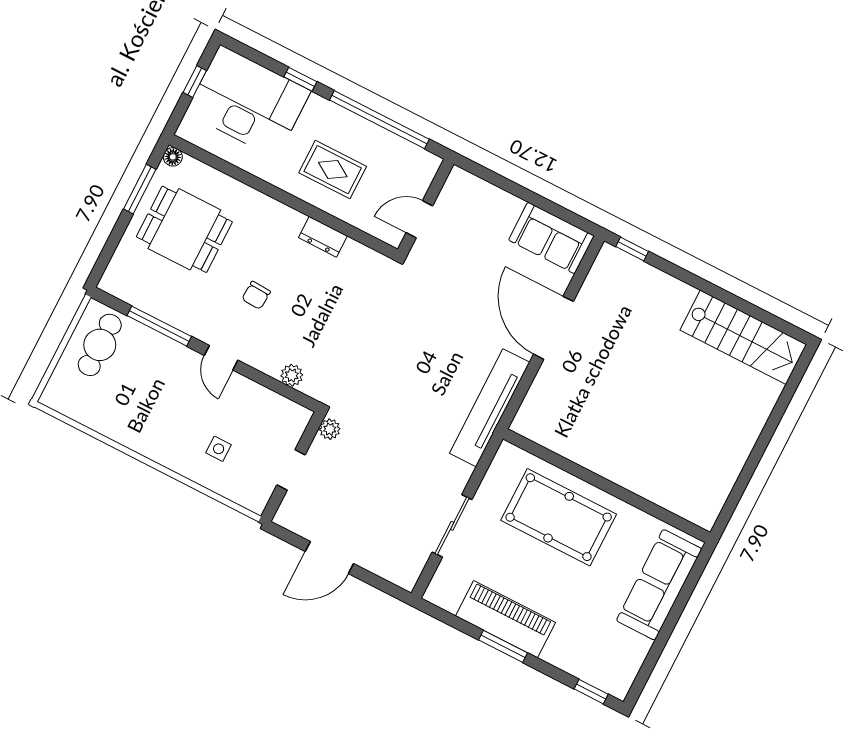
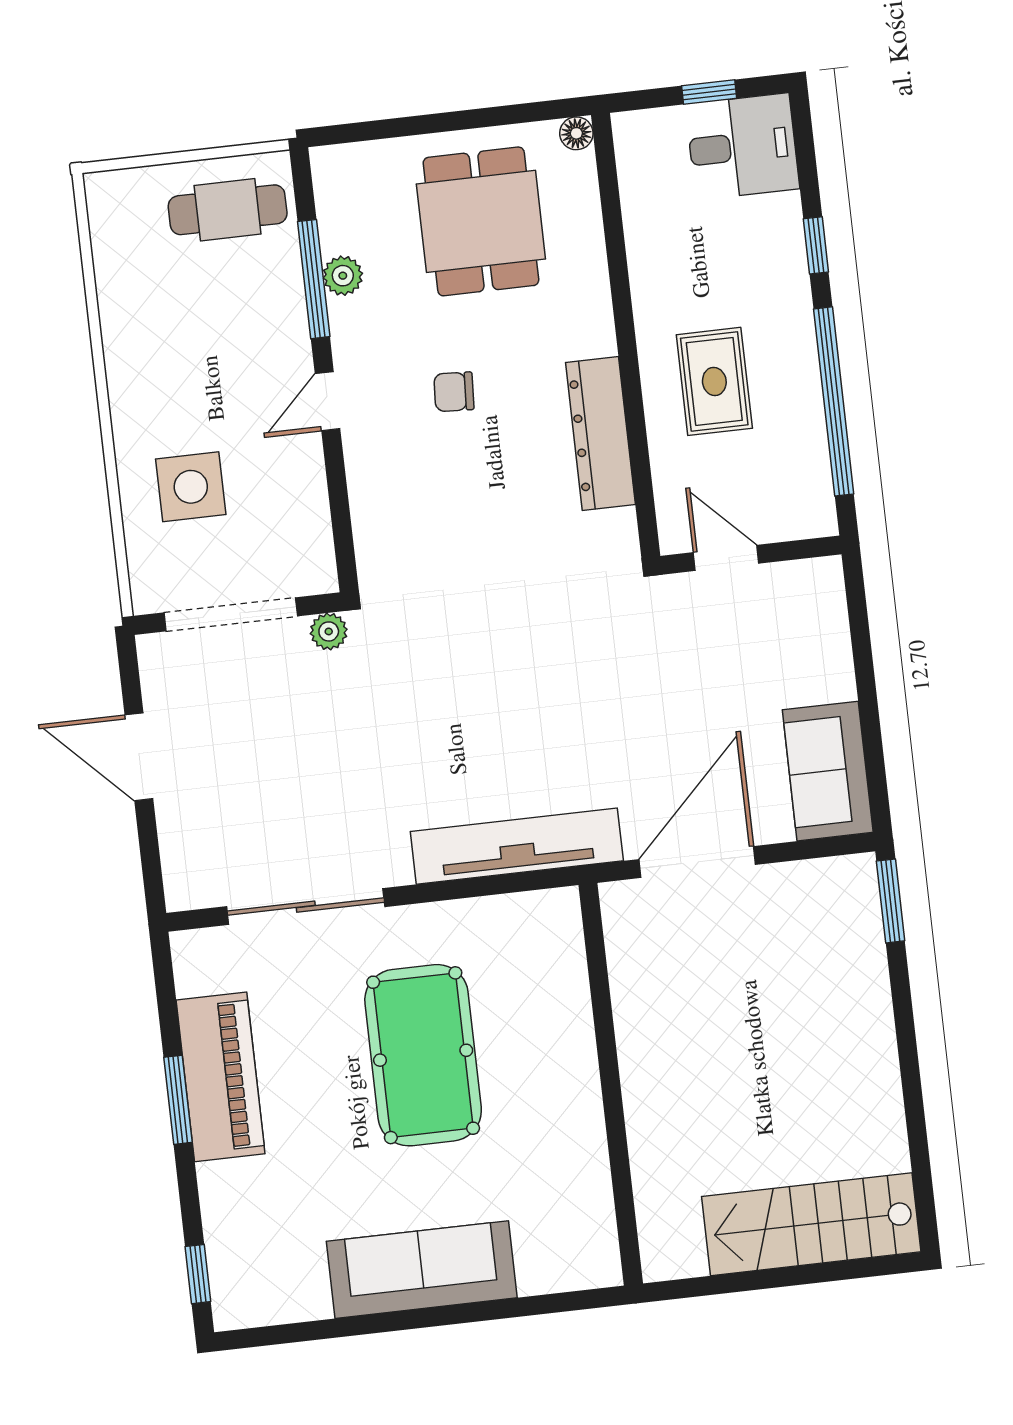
desk: (248, 102) -> (742, 147), width x0.53, depth x0.77
window: (140, 189) -> (496, 116), removed
dresser: (323, 237) -> (600, 433), width x1.96, depth x1.24
window: (632, 249) -> (891, 901), width x1.50
stairs: (743, 337) -> (811, 1224), moved, turned 90
plant: (292, 375) -> (343, 276), moved
side table: (219, 449) -> (191, 487), width x1.87, depth x1.87
doorway: (291, 470) -> (231, 614), width x1.88
wall: (607, 486) -> (611, 1084), moved
sliding door: (452, 526) -> (306, 907), width x1.37

